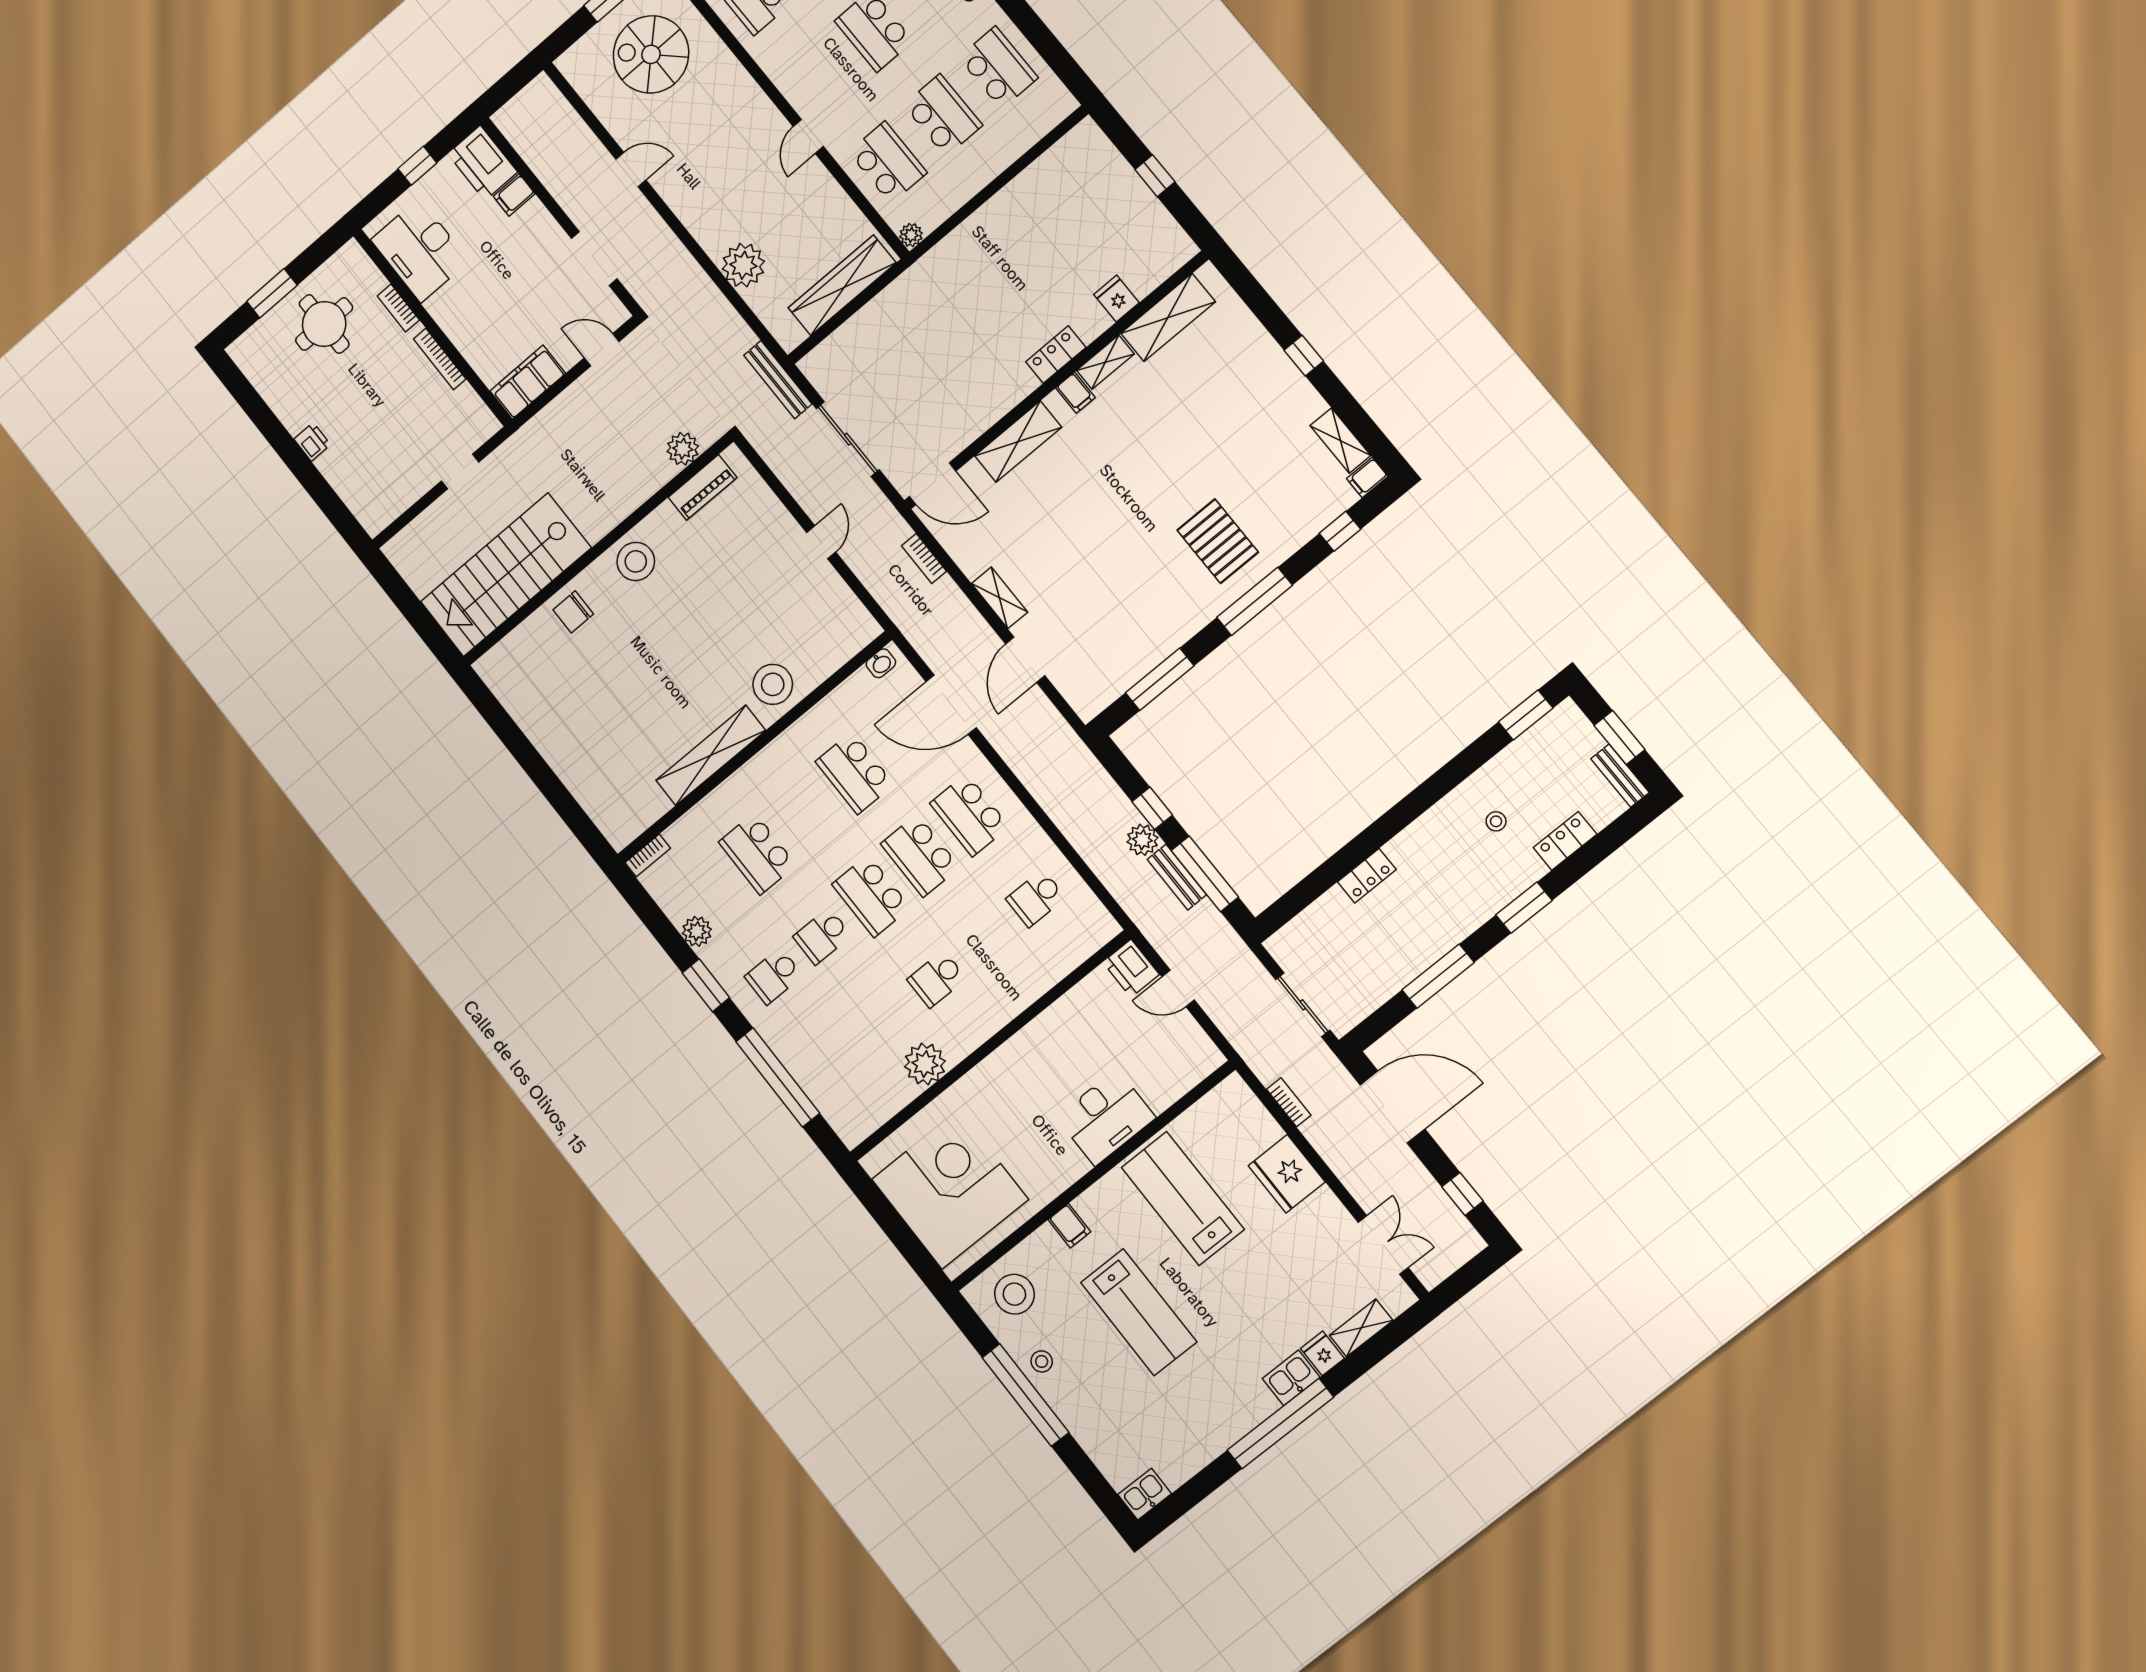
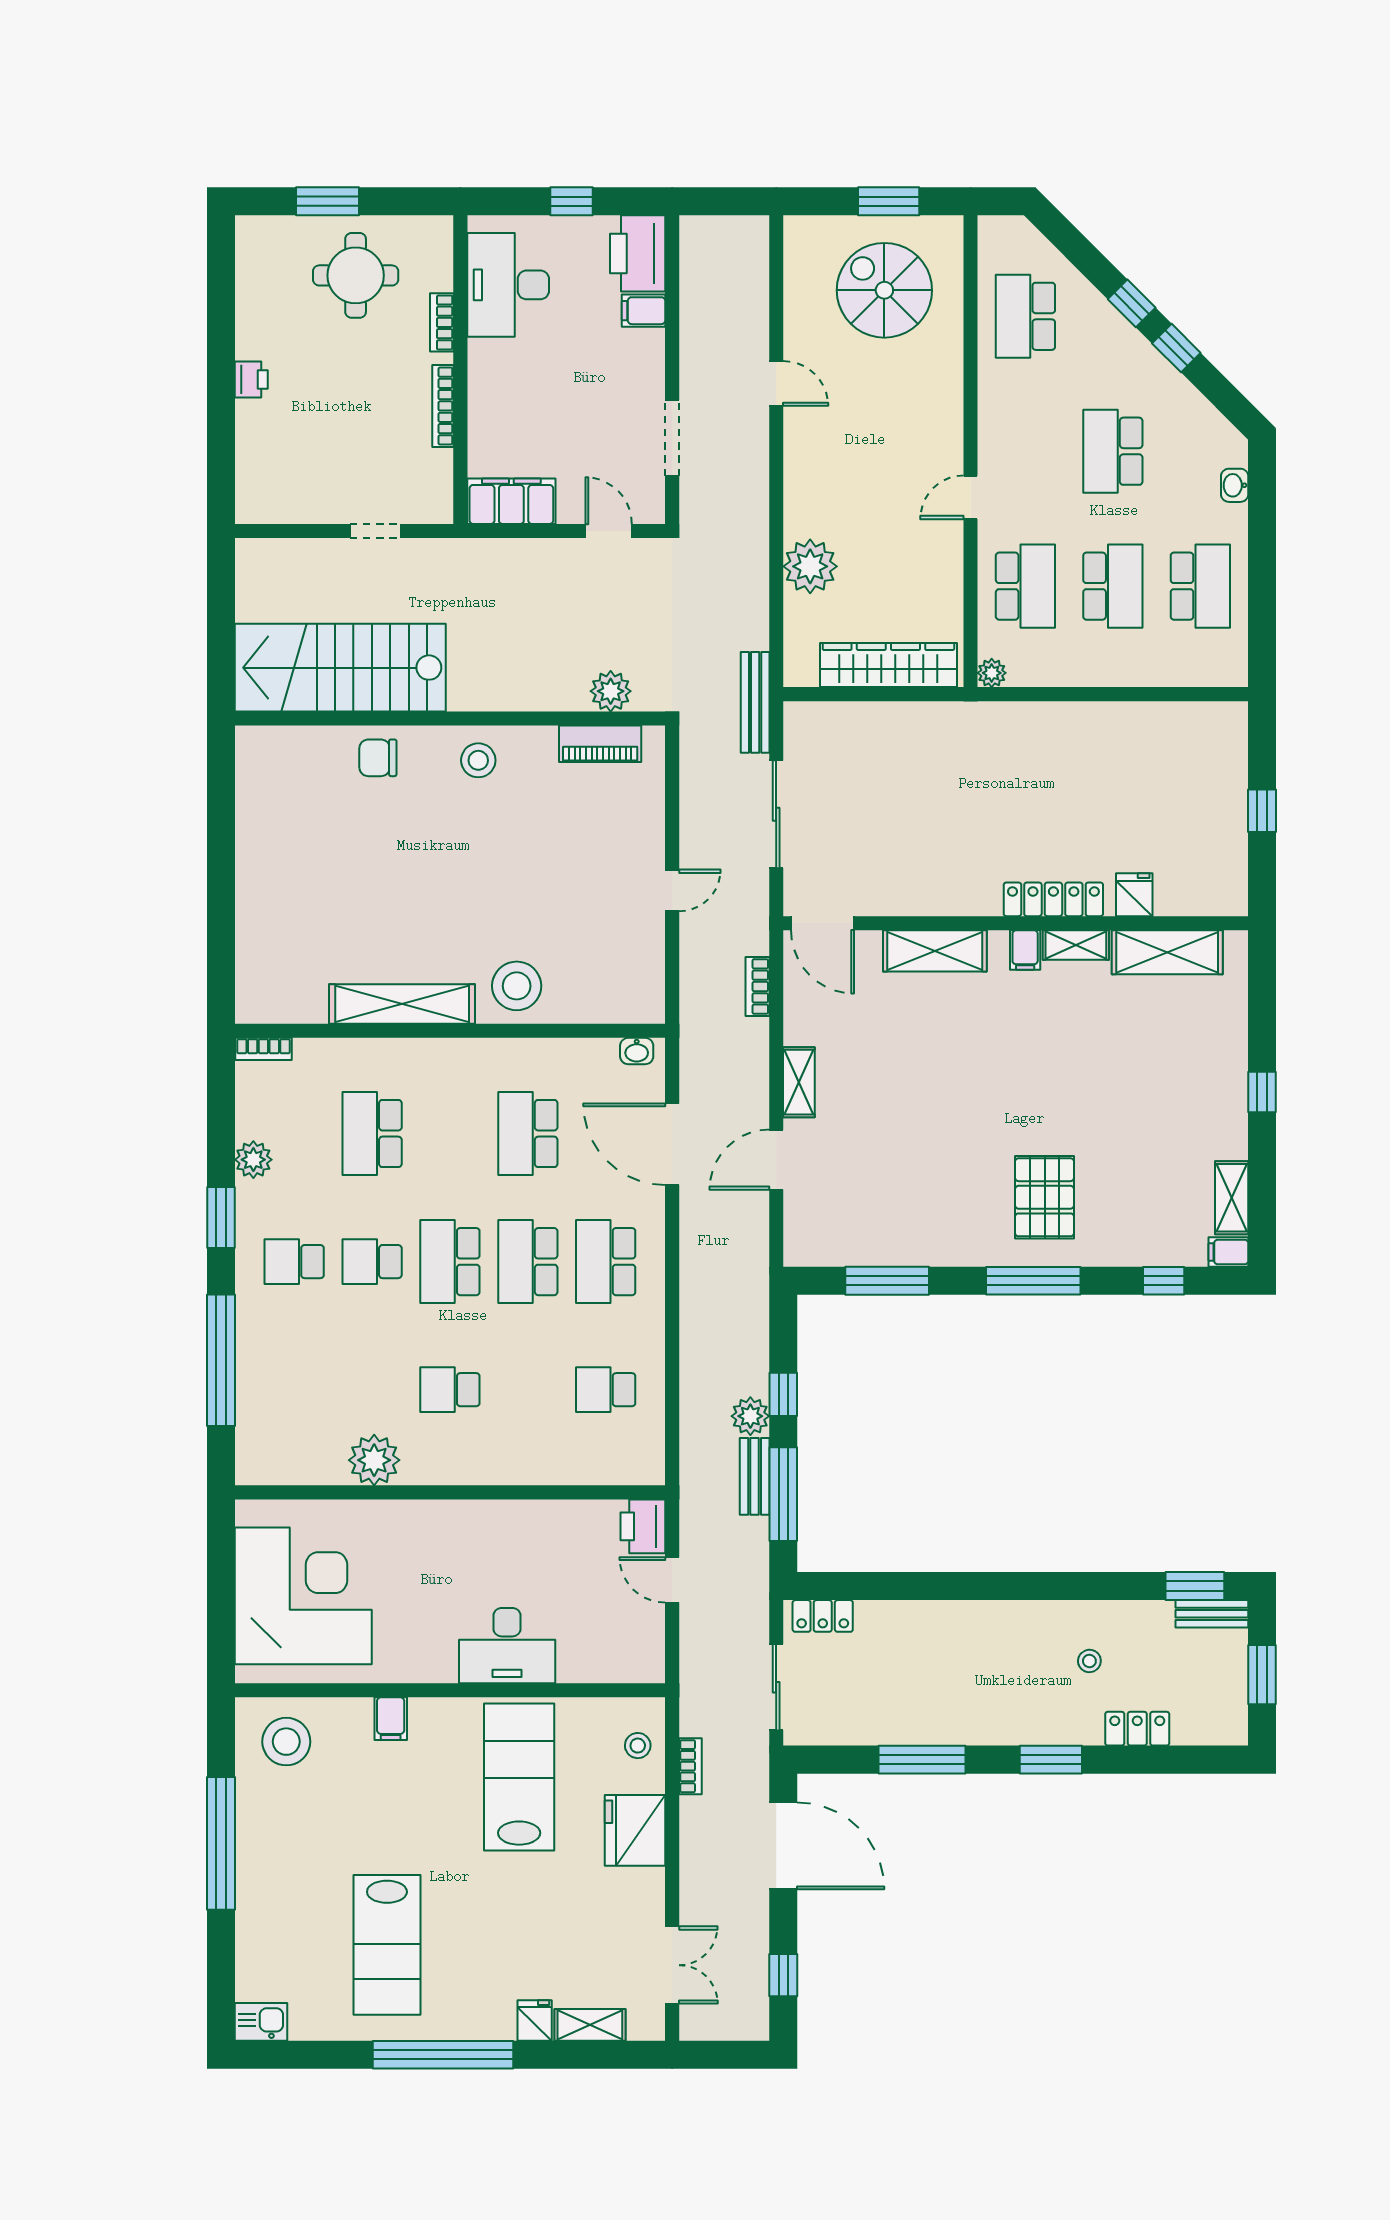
locker: (1056, 355) -> (1053, 899), width x1.53
stool: (636, 561) -> (478, 760), width x0.73, depth x0.73
bench: (1620, 776) -> (1212, 1614), moved, turned 90
locker: (1367, 876) -> (823, 1616), moved
lab bench: (1139, 1312) -> (387, 1945), moved
stool: (1042, 1361) -> (638, 1746), moved
kitchen sink: (1291, 1378) -> (487, 2021), removed

